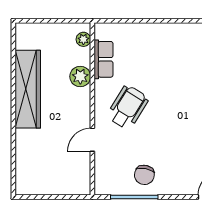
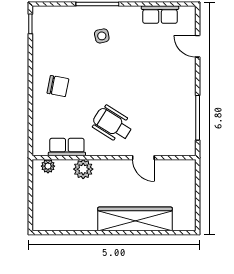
wardrobe: (28, 89) -> (135, 219), moved
chair: (144, 175) -> (58, 86), moved

